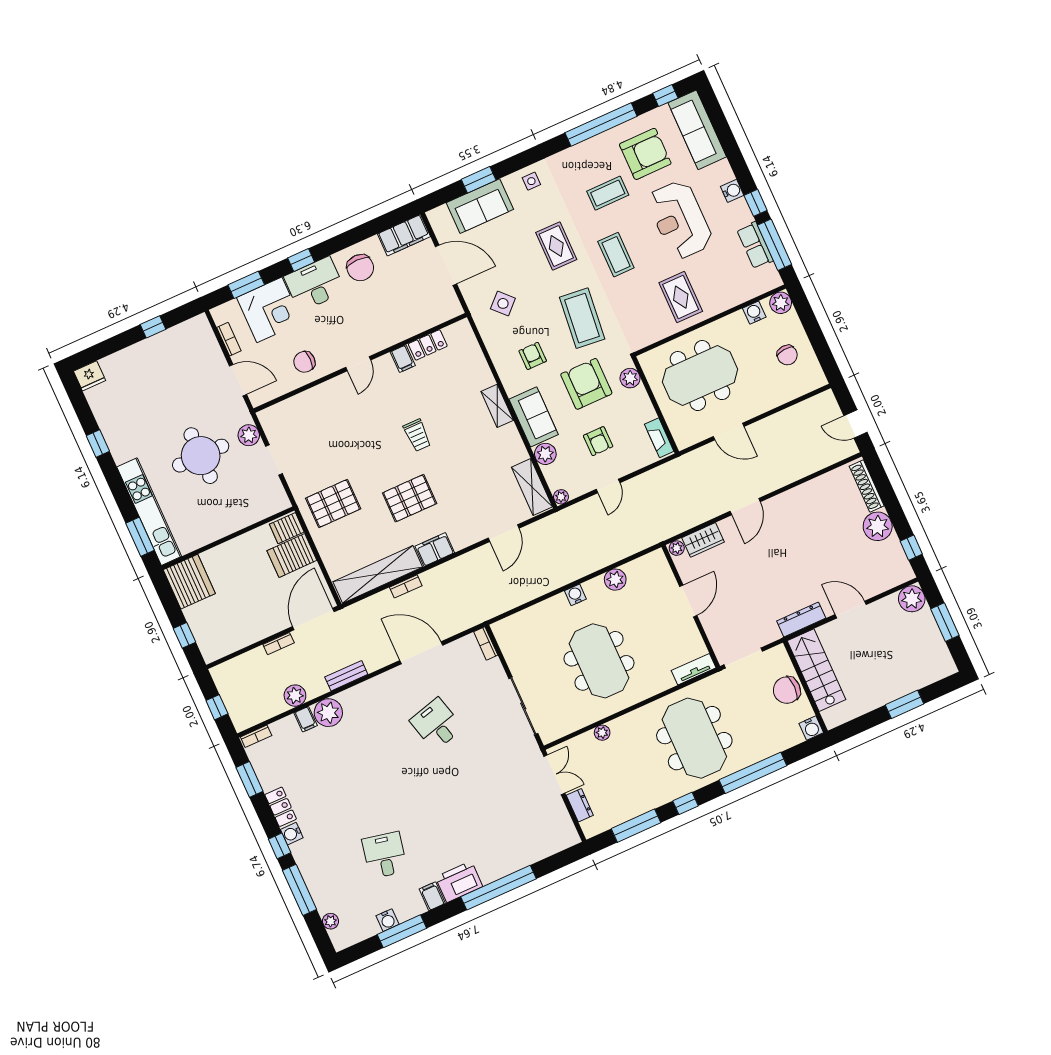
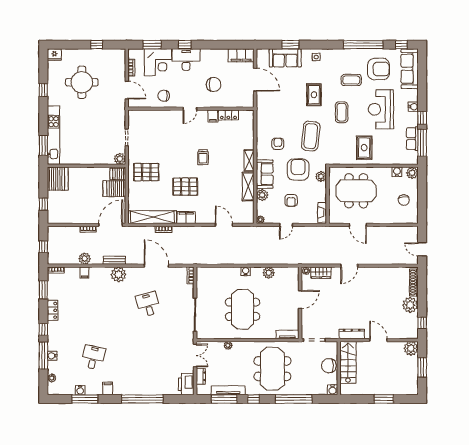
chair: (360, 268) -> (214, 84), moved, turned -90
side table: (503, 303) -> (275, 111), removed
plant: (249, 435) -> (120, 159), moved
round table: (201, 456) -> (82, 82), moved
shelving: (532, 487) -> (248, 186), moved
door: (504, 533) -> (224, 225), swing flipped
plant: (328, 713) -> (118, 274), moved
tv unit: (637, 808) -> (228, 390), added
water cooler: (292, 834) -> (52, 356), moved
printer: (459, 882) -> (186, 384), moved, turned -90

